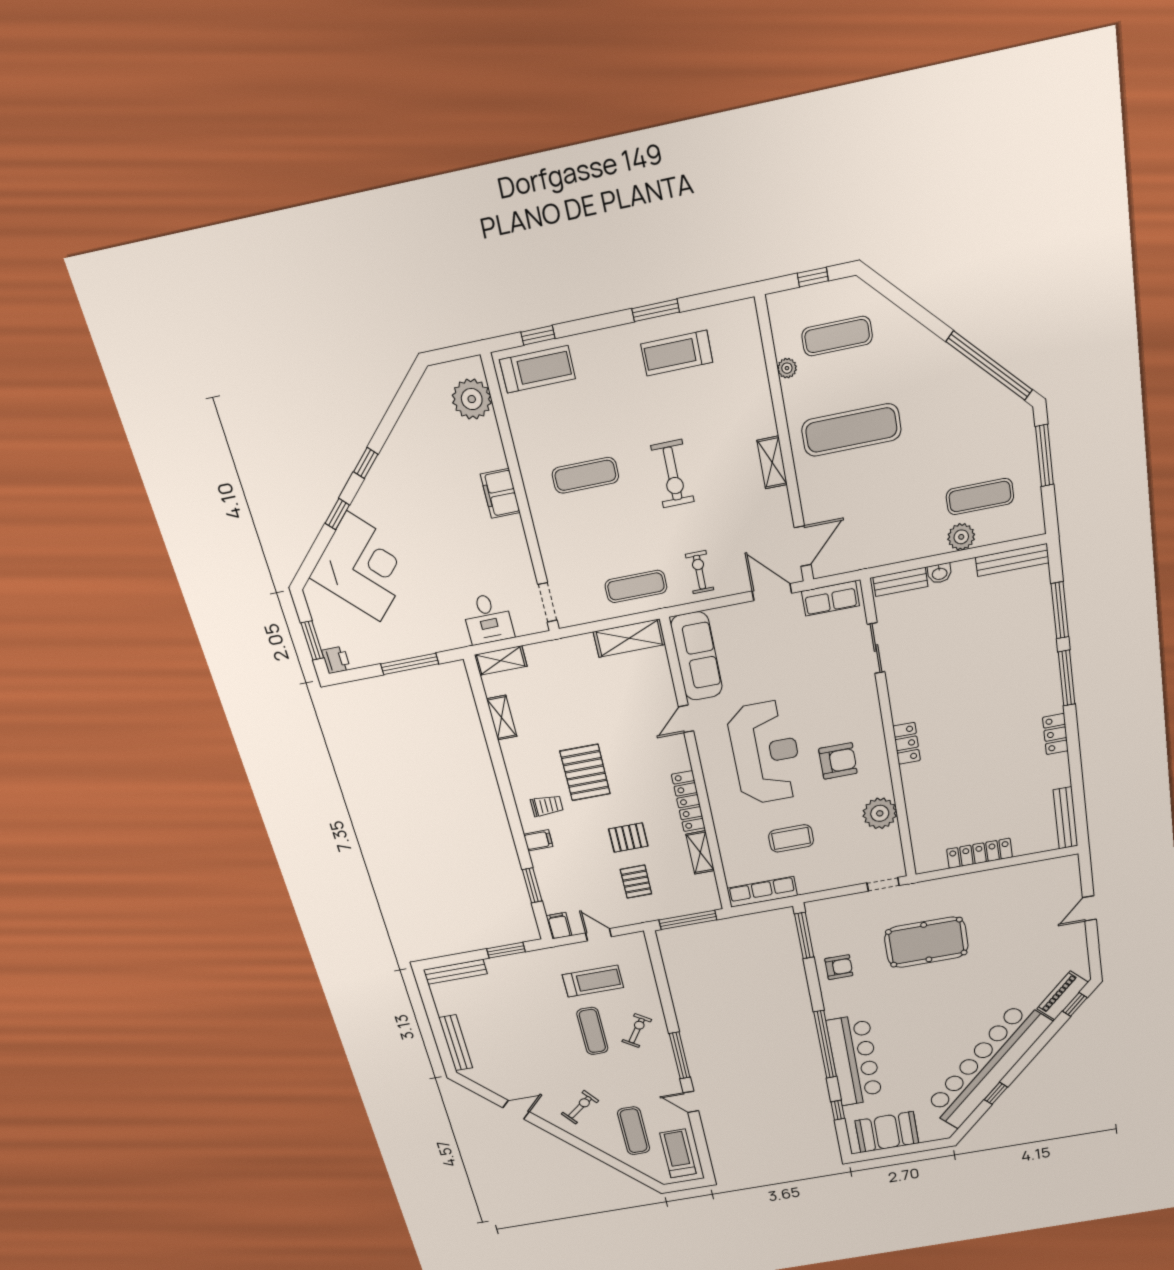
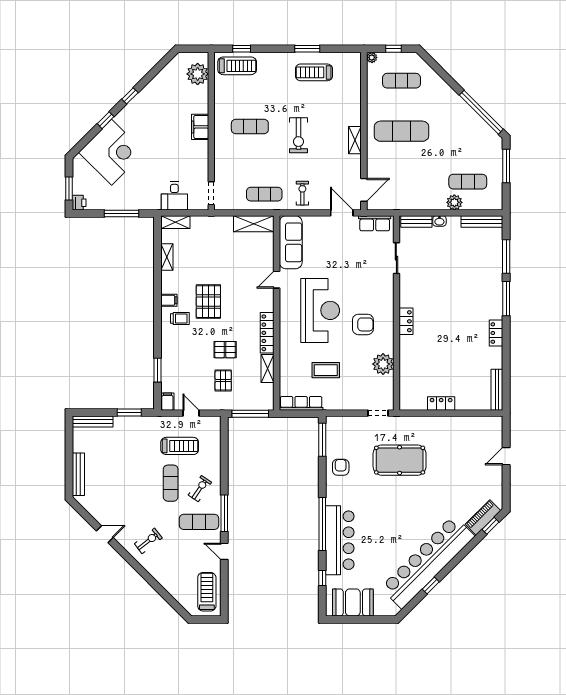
plant: (787, 368) -> (372, 57), moved
filing cabinet: (538, 840) -> (169, 300), moved
locker: (979, 853) -> (441, 404), width x0.66
armchair: (839, 967) -> (341, 467), turned -90
exercise mat: (634, 1131) -> (199, 522), moved, turned 90

